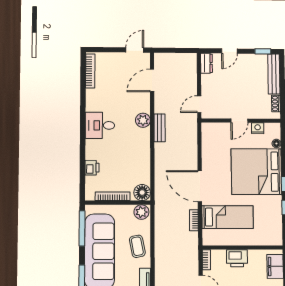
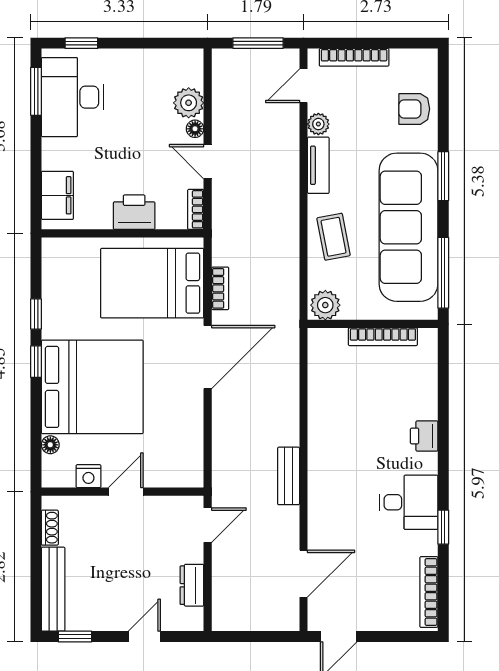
dresser: (206, 63) -> (192, 585), moved
window: (83, 102) -> (443, 527), added
plant: (143, 120) -> (322, 491), removed
desk: (100, 125) -> (409, 502), moved
printer: (92, 168) -> (424, 436), moved
door: (200, 186) -> (208, 357), hinge flipped
floor lamp: (142, 193) -> (324, 344), removed
bed: (228, 217) -> (152, 283), width x1.50

